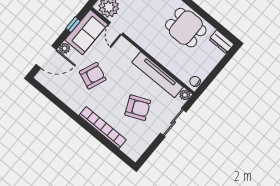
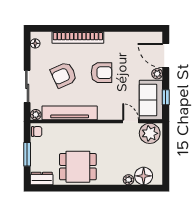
door: (46, 57) -> (166, 56), hinge flipped
window: (217, 70) -> (27, 154), added
armchair: (93, 76) -> (101, 73), moved, turned -112
floor lamp: (139, 150) -> (35, 43), added

